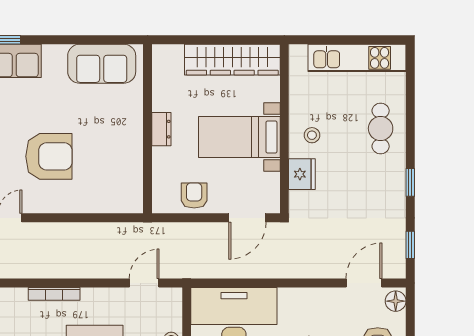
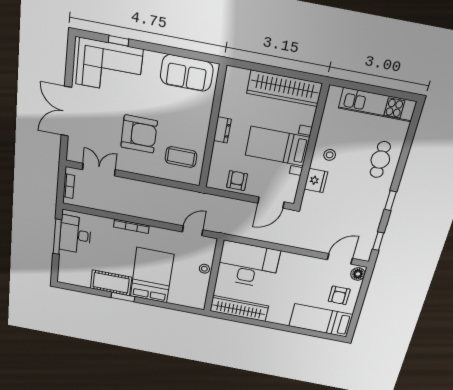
coffee table: (111, 177) -> (181, 157), added

